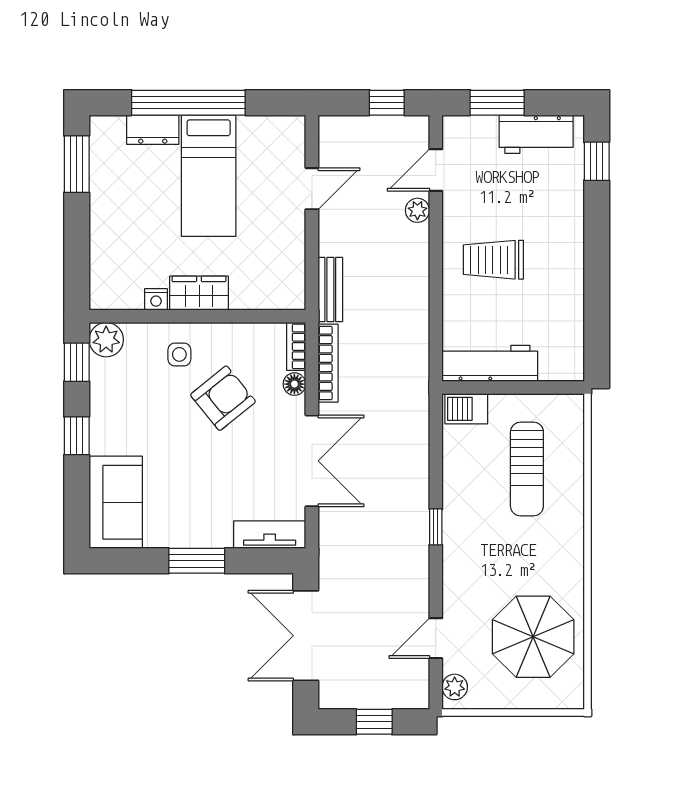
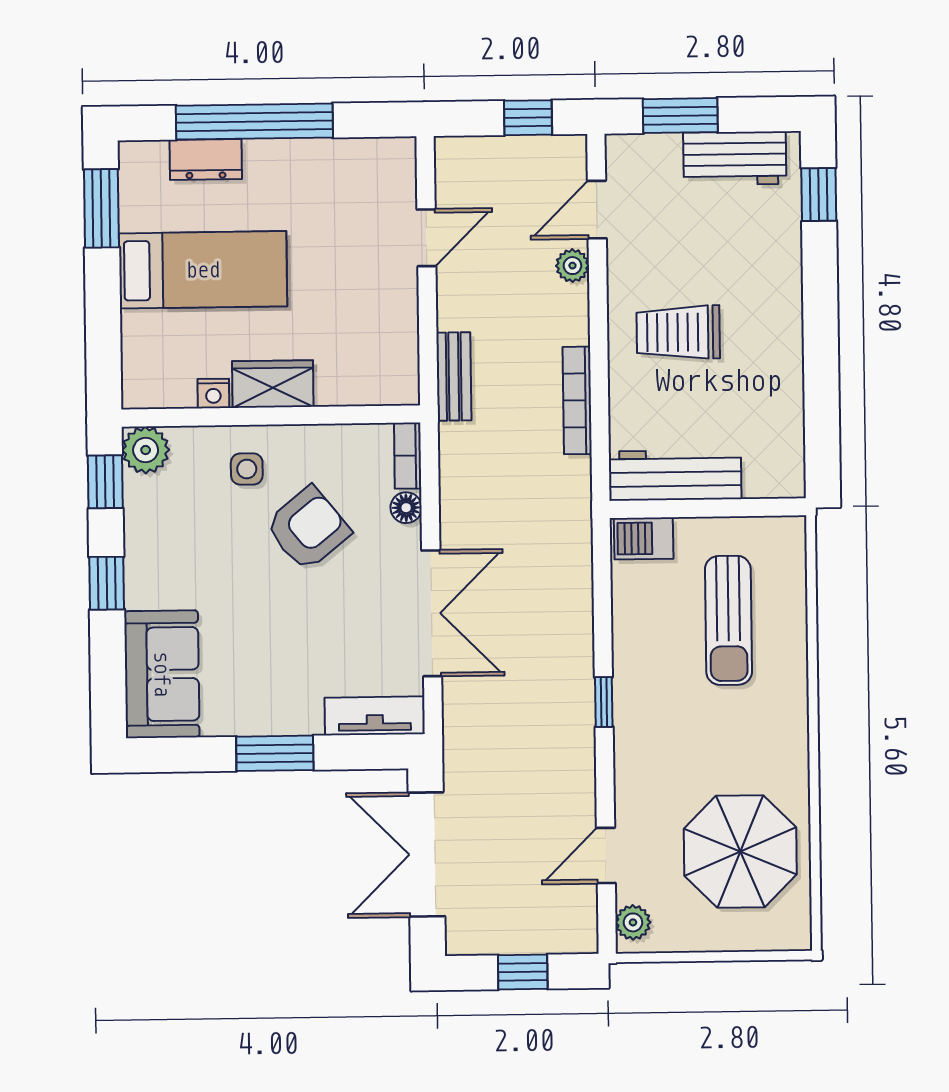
bed: (209, 176) -> (203, 270), moved, turned -90
bookcase: (328, 363) -> (577, 400), moved, turned 180

